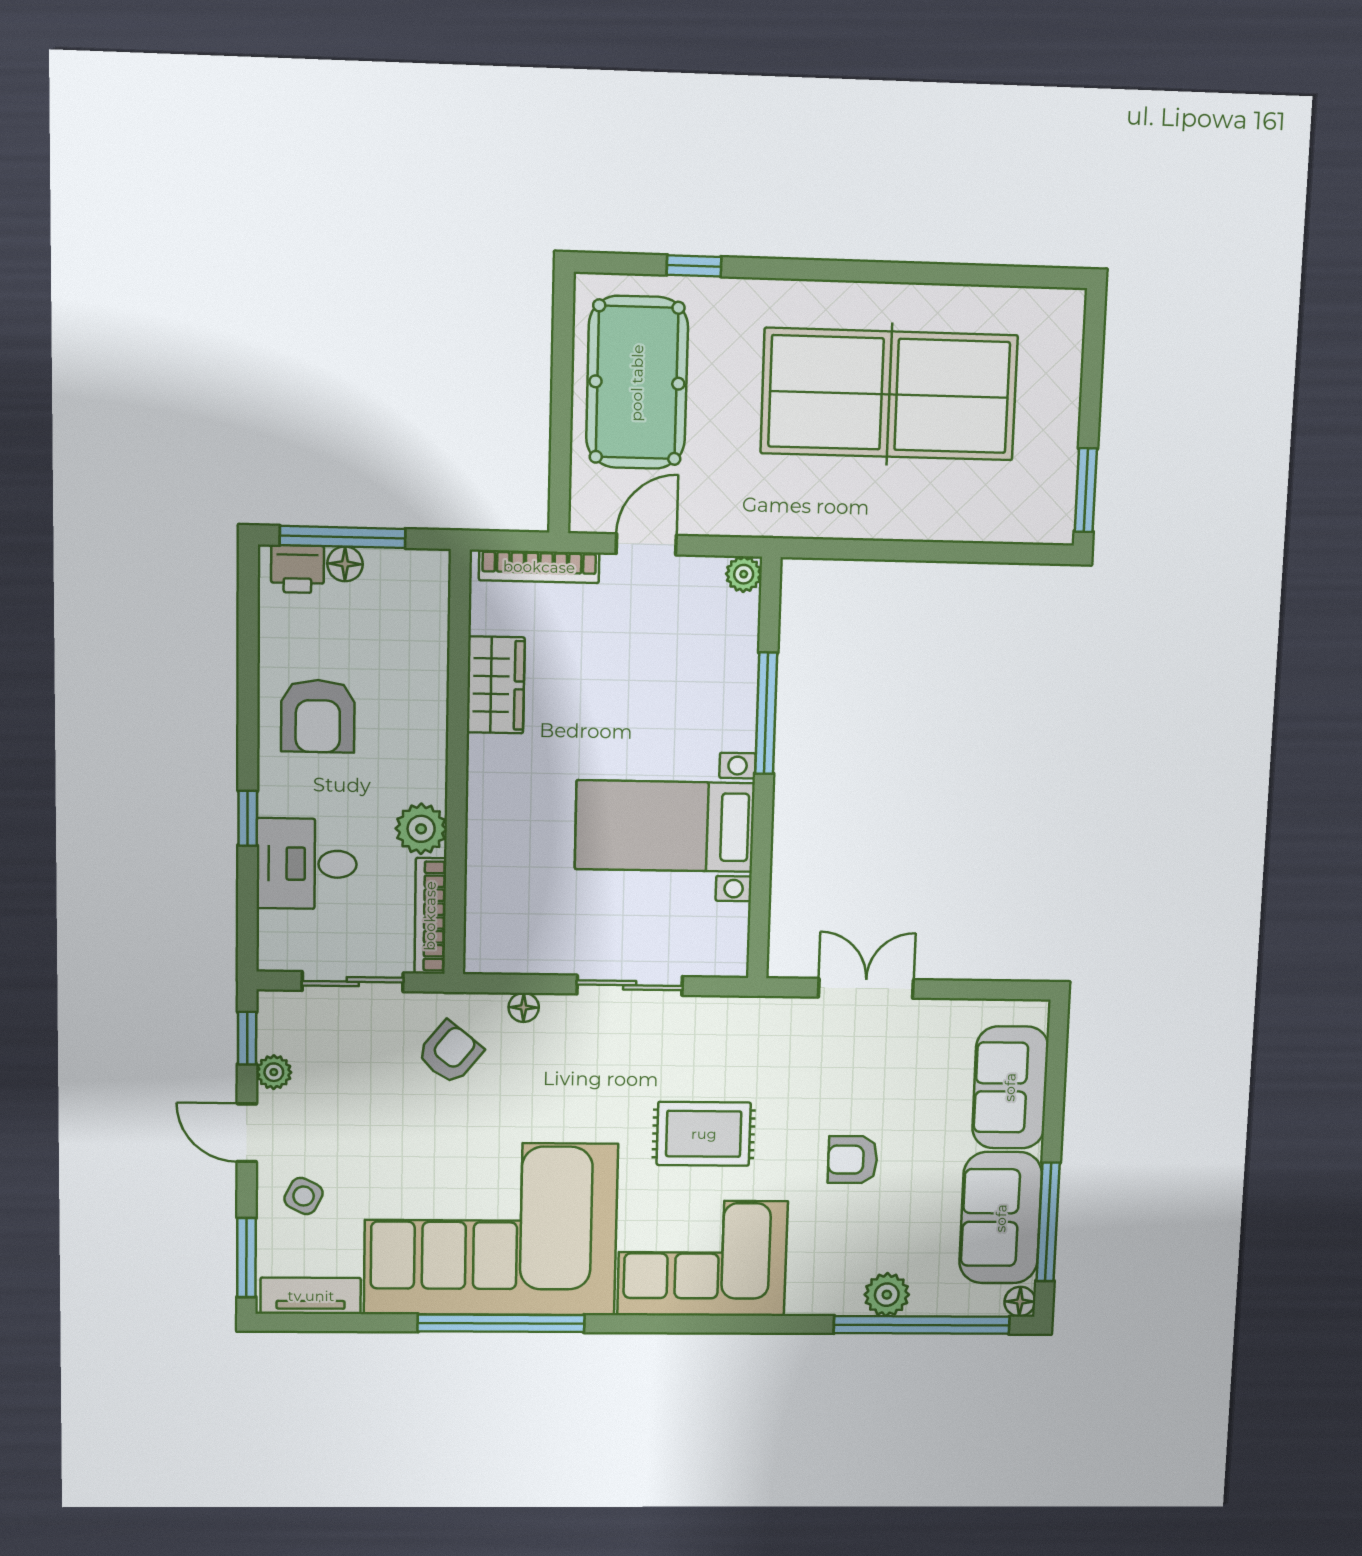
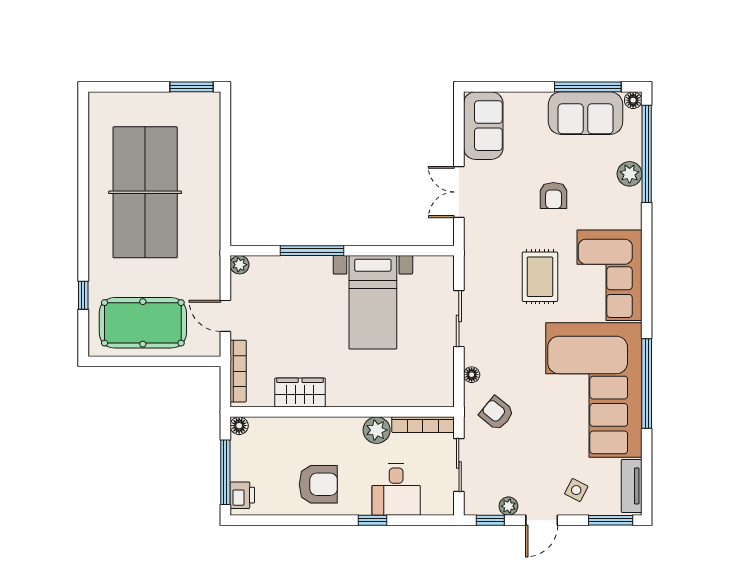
floor lamp: (345, 564) -> (239, 426), moved
sofa: (1010, 1087) -> (483, 126), moved, turned -90

